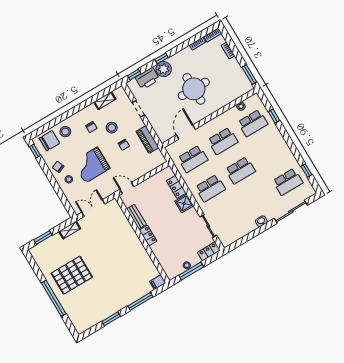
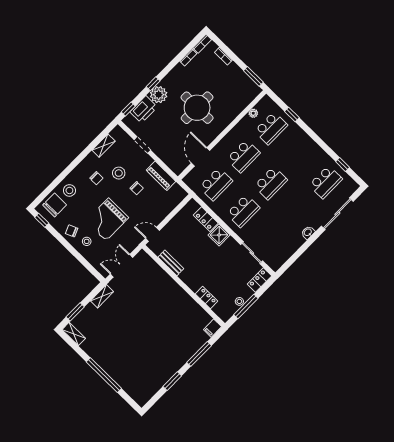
locker: (148, 236) -> (206, 298), moved
shelving: (37, 256) -> (74, 334), added
pallet: (72, 275) -> (117, 345), removed

